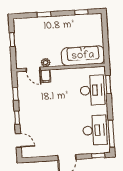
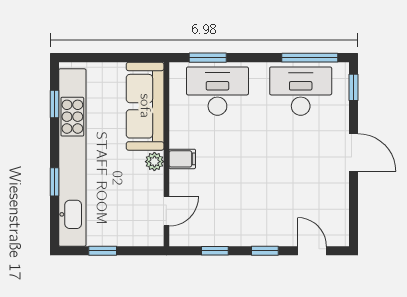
kitchen unit: (56, 22) -> (72, 158), added
plant: (46, 63) -> (154, 162), moved
filing cabinet: (46, 76) -> (182, 159), moved
door: (18, 140) -> (312, 251), hinge flipped

